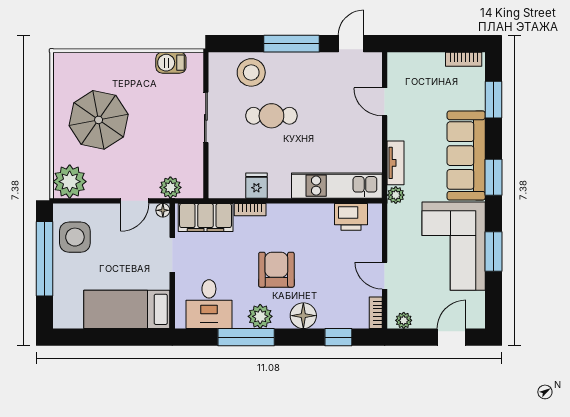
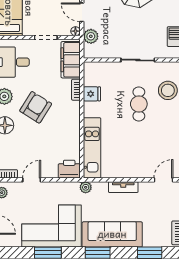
door: (385, 102) -> (163, 180), moved
tv unit: (396, 163) -> (123, 187), moved
printer: (351, 217) -> (69, 169), moved, turned 90
armchair: (276, 270) -> (36, 107), turned -58

